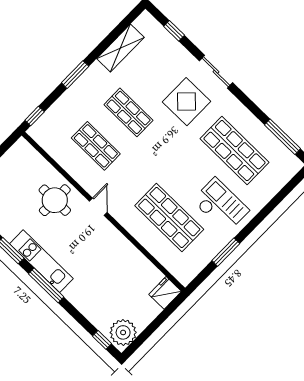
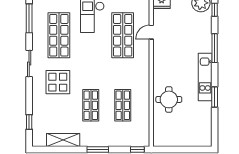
sliding door: (216, 72) -> (29, 63), moved
door: (98, 207) -> (151, 32), moved
window: (46, 285) -> (215, 48), moved

